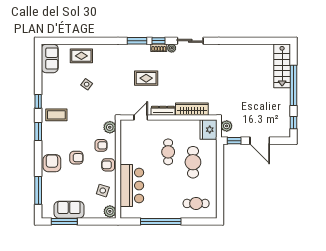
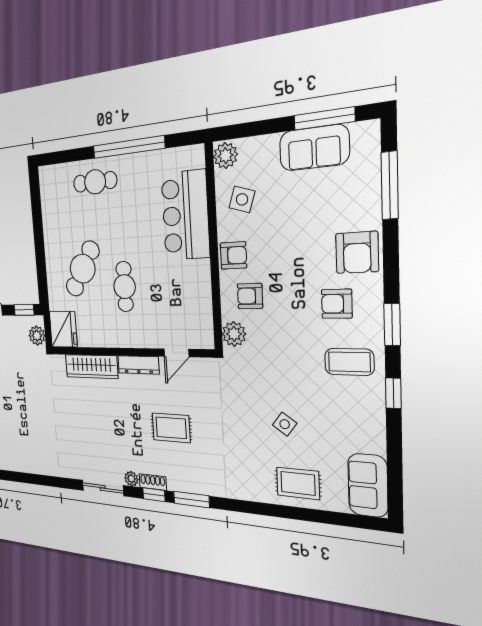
armchair: (76, 158) -> (337, 304), moved
cafe table: (193, 162) -> (83, 269), turned 31
cafe table: (196, 203) -> (95, 182), moved

